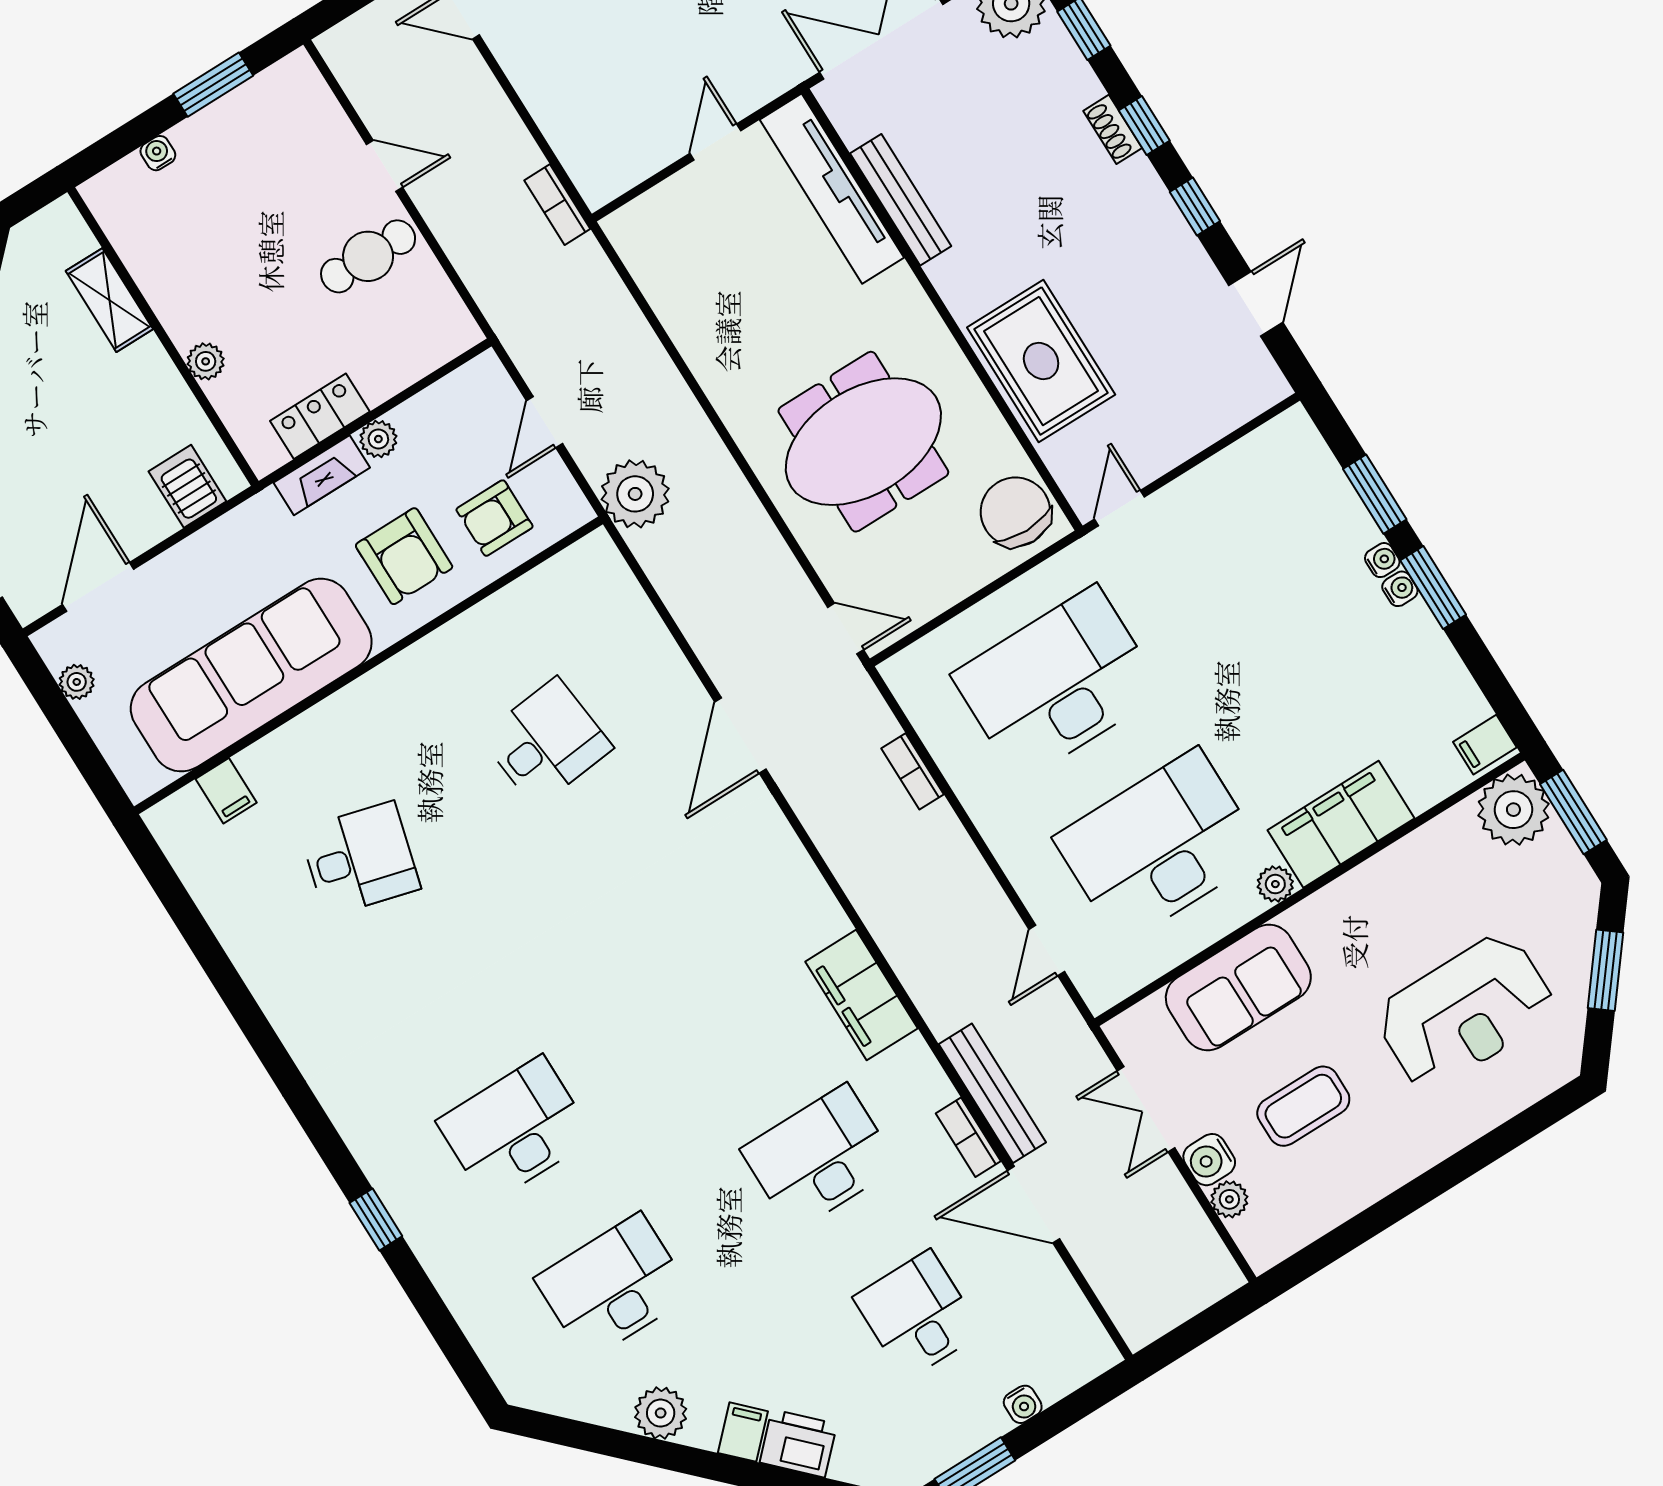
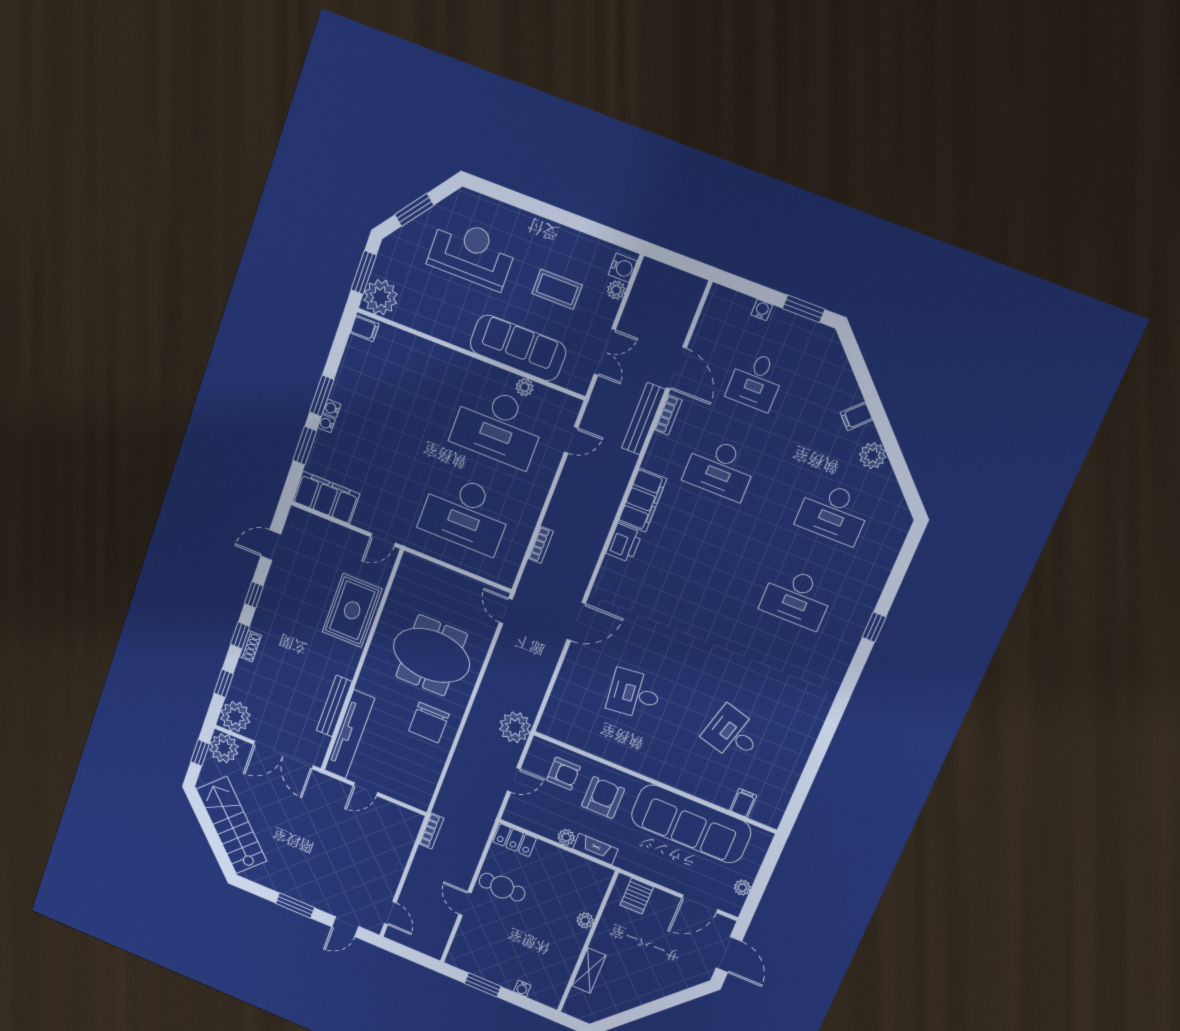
locker: (320, 416) -> (515, 840), moved
chair: (1015, 512) -> (429, 723), moved
filing cabinet: (1341, 824) -> (326, 497), moved, turned 180
plant: (1275, 884) -> (525, 387), moved
sofa: (1238, 988) -> (518, 348), width x1.36
water cooler: (1209, 1160) -> (623, 268), moved
printer: (798, 1443) -> (624, 543), moved, turned -135

